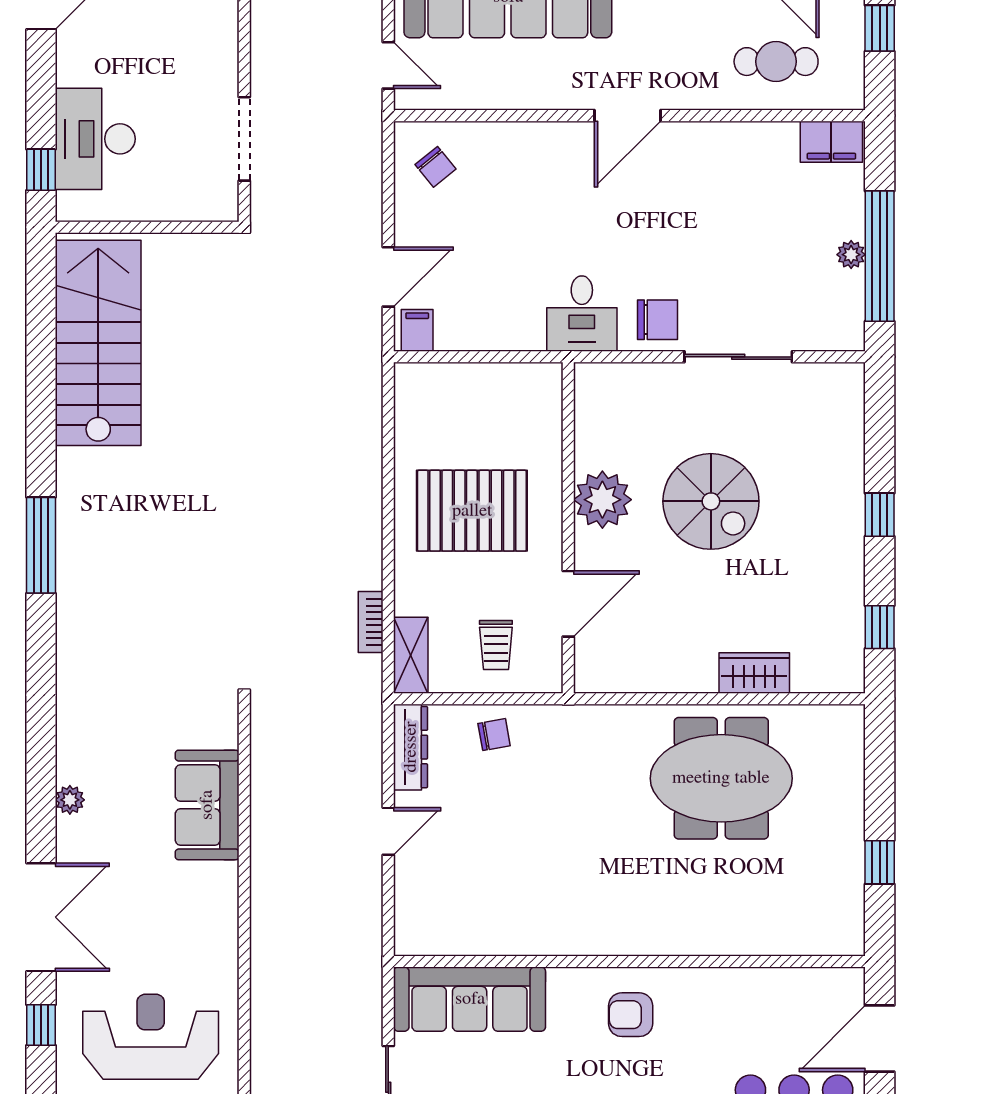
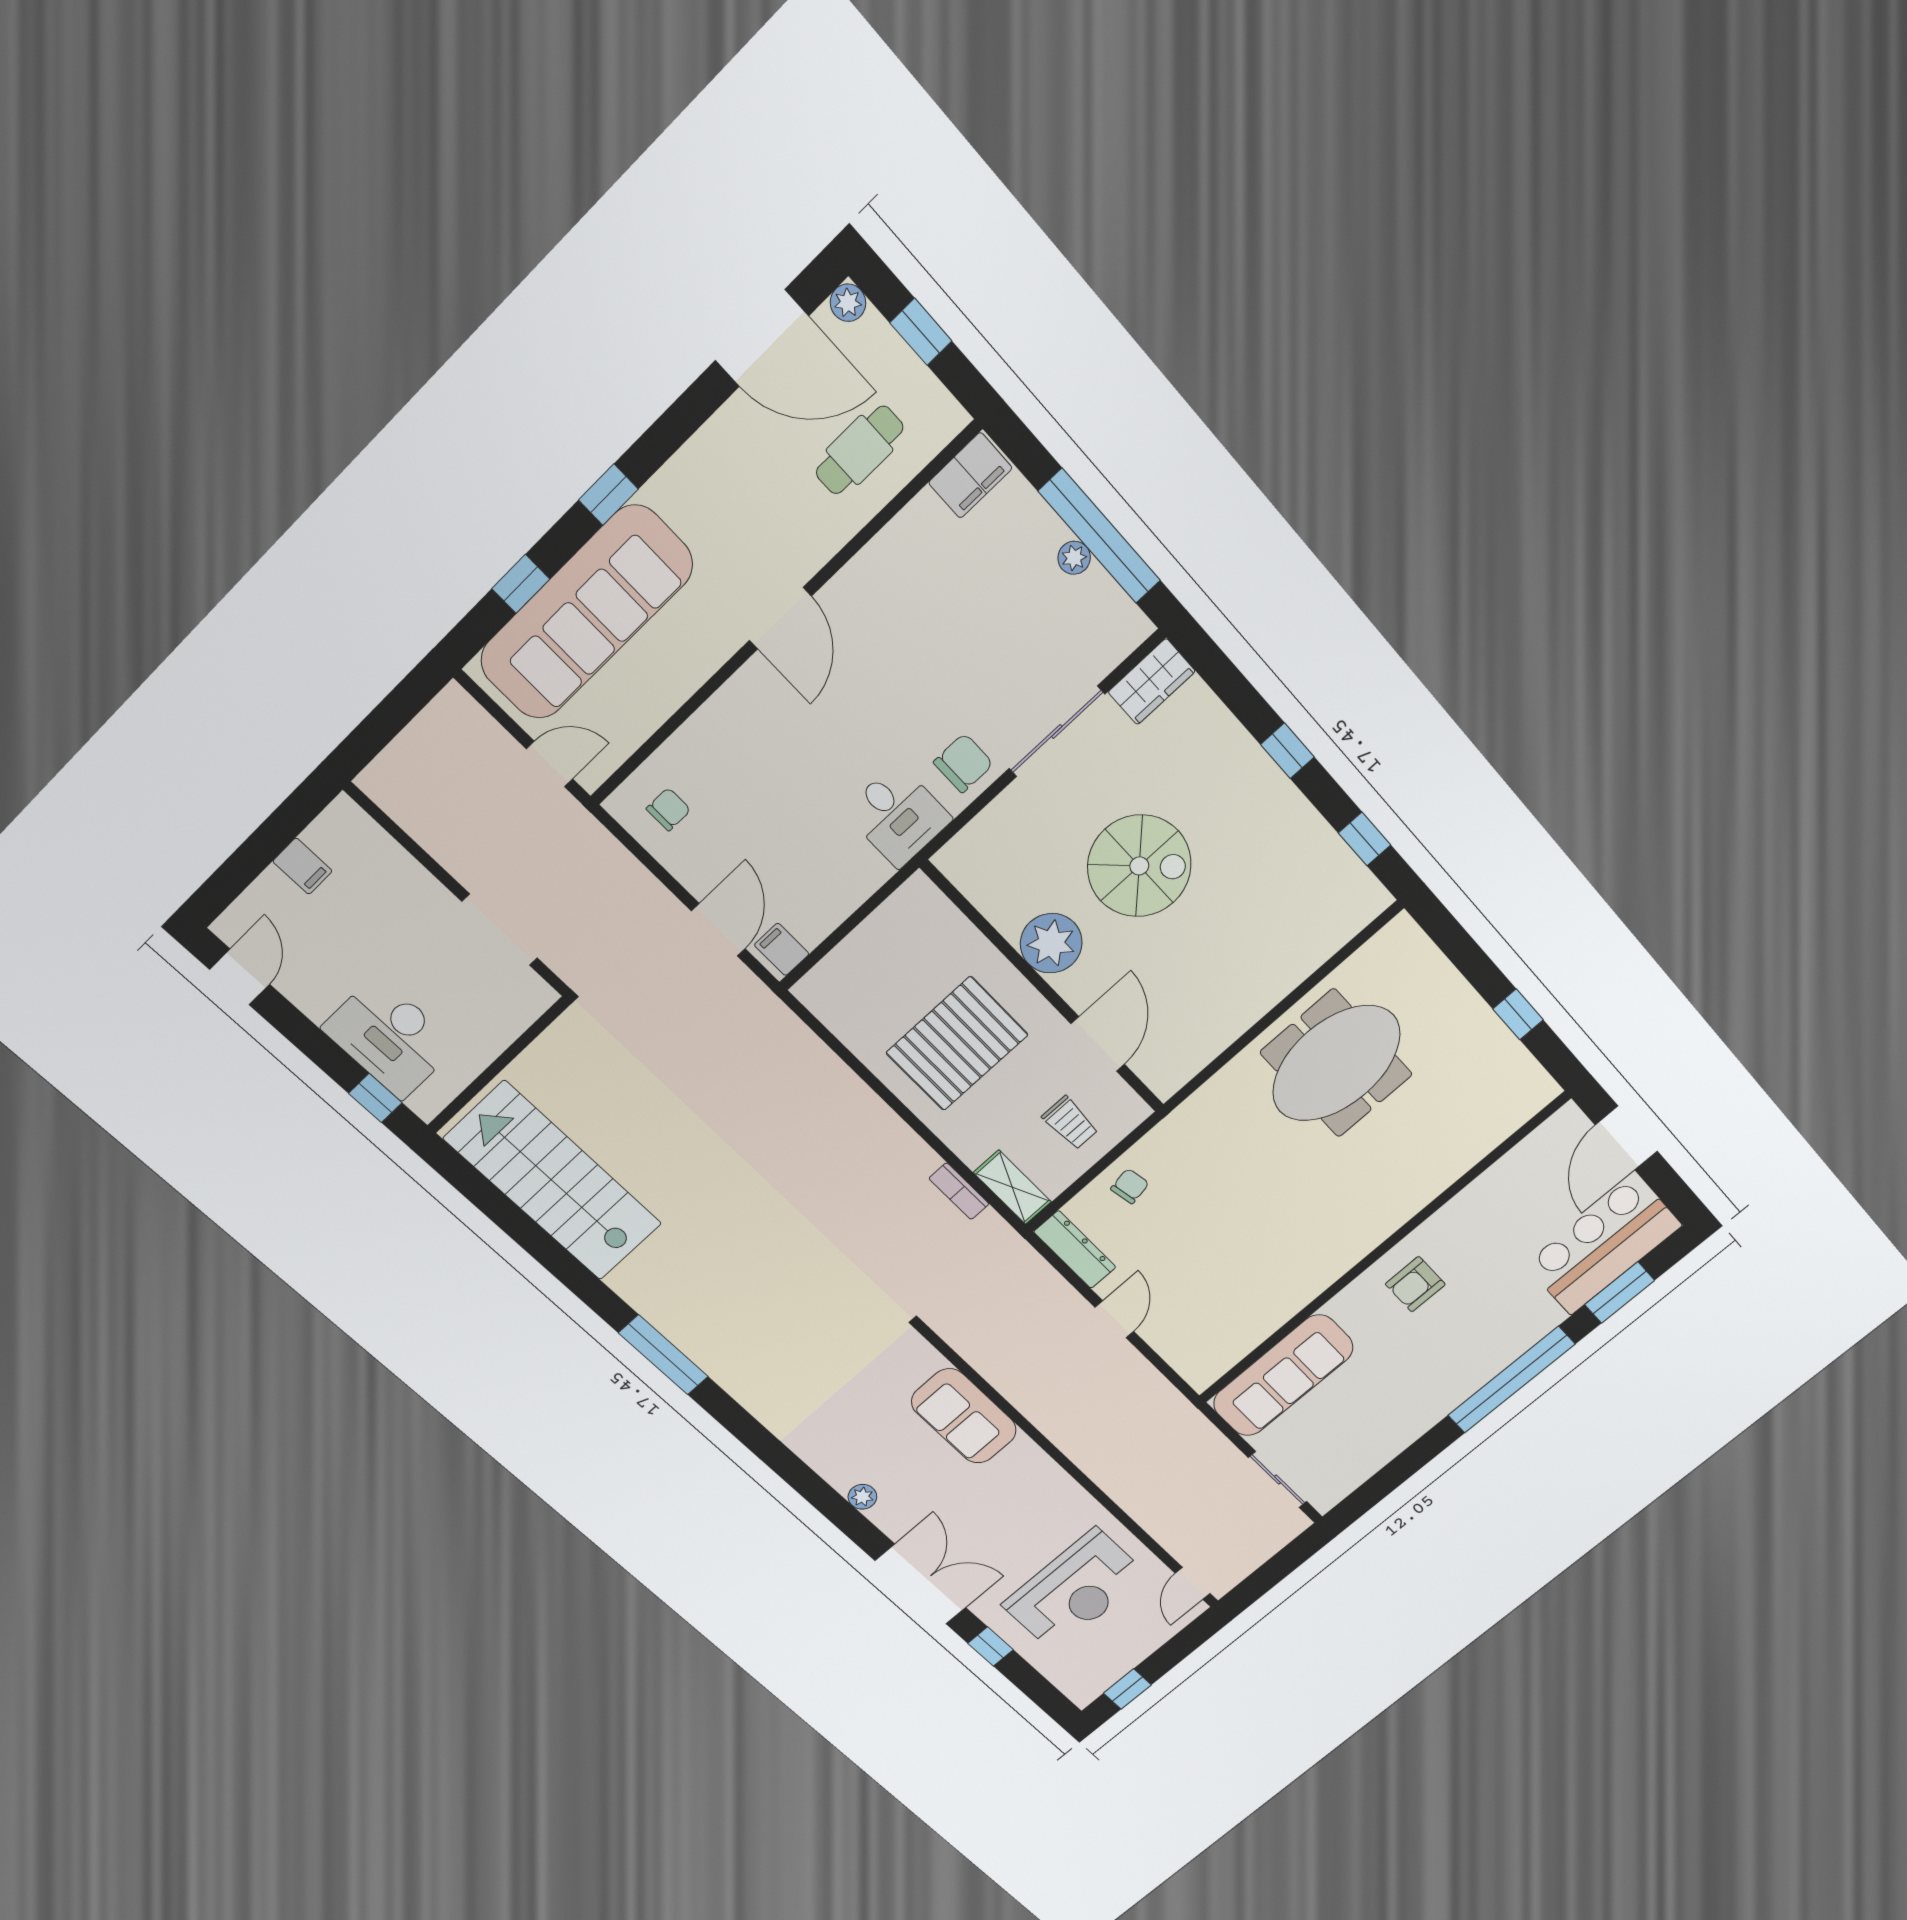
chair: (436, 167) -> (668, 809), turned -51
wardrobe: (754, 673) -> (1152, 682), moved, turned 180
reception desk: (151, 1037) -> (1075, 1590), turned 180

